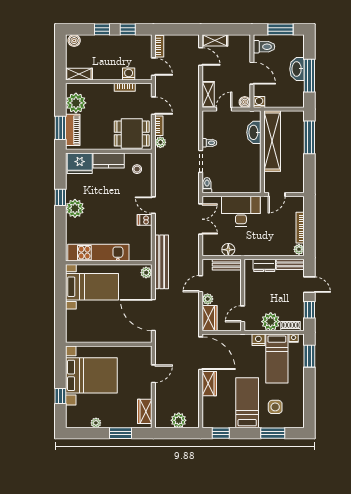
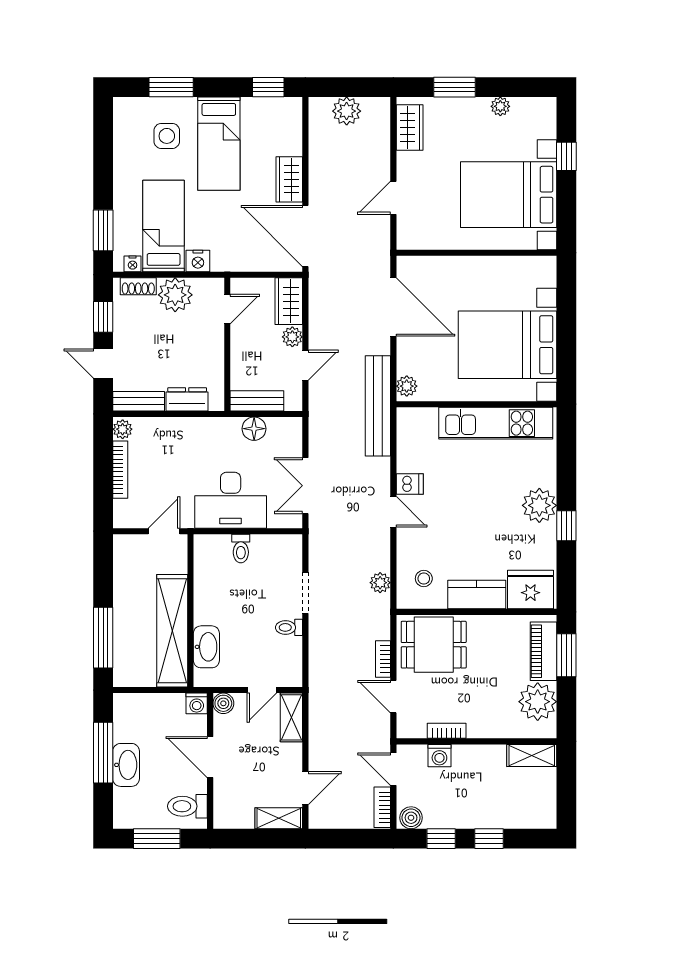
boiler: (74, 41) -> (411, 818), moved
door: (201, 57) -> (305, 788), swing flipped
plant: (160, 142) -> (380, 583), moved
toilet: (207, 185) -> (241, 549), moved
bed with nightstands: (92, 287) -> (507, 345), width x1.36

